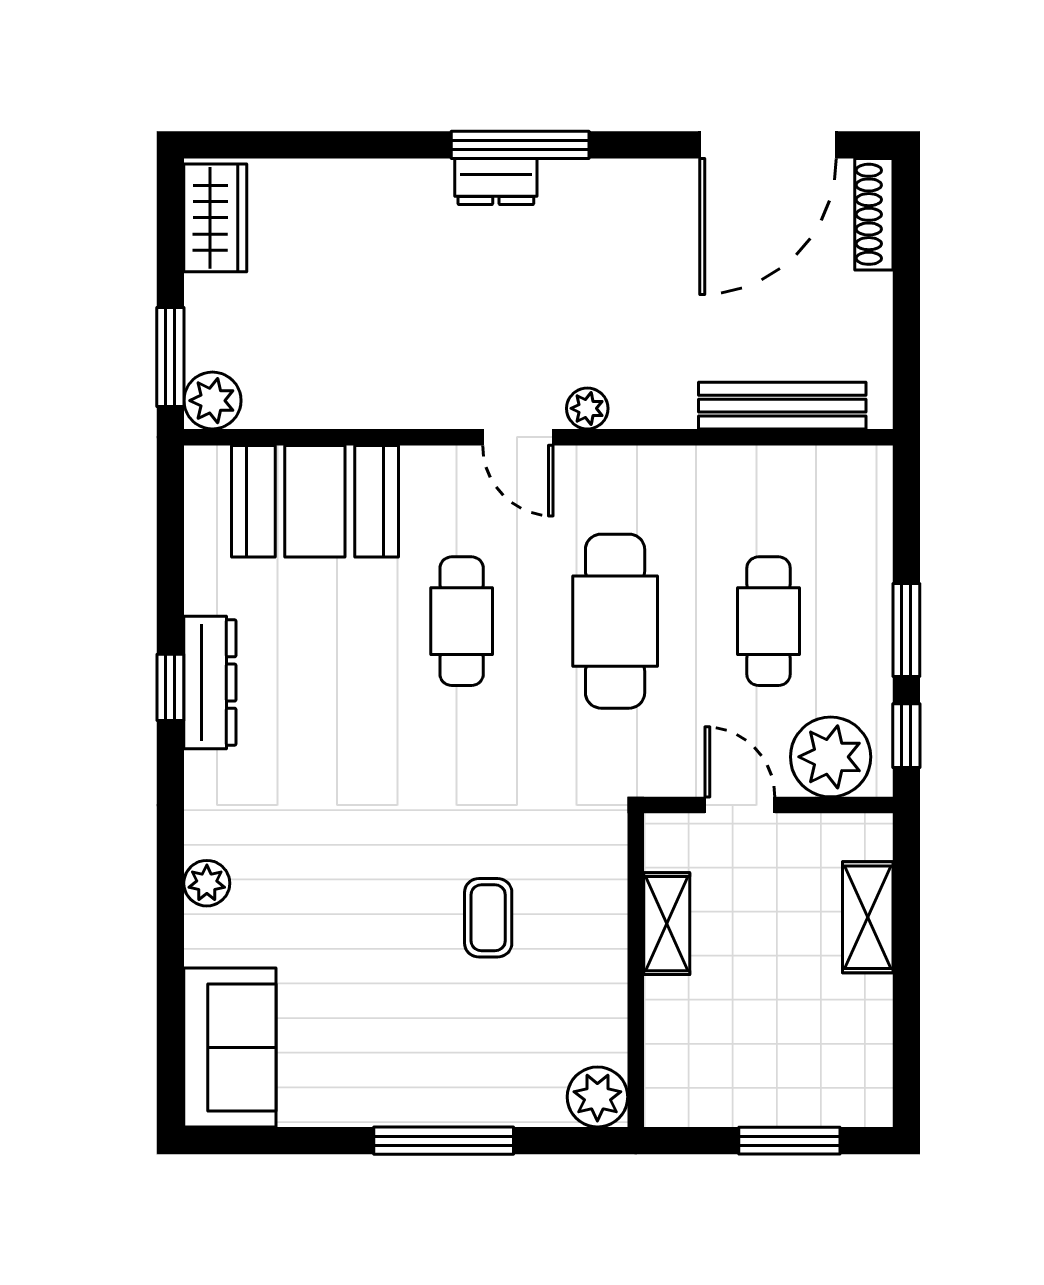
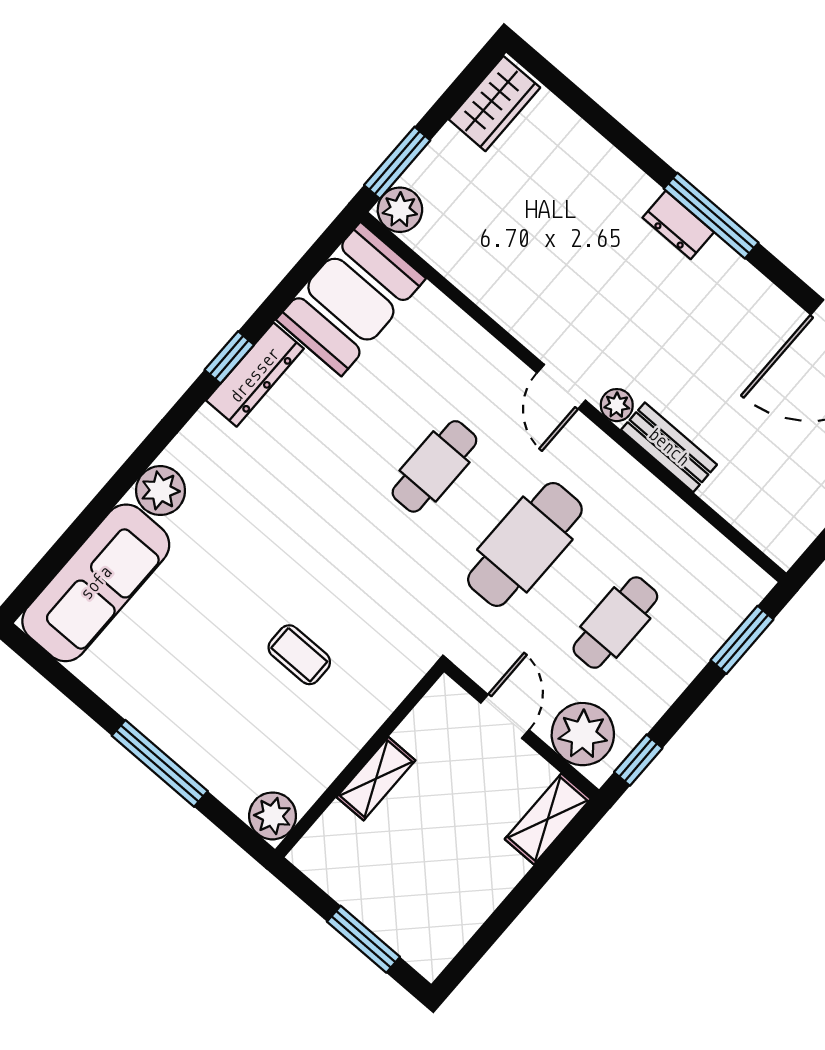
bench: (782, 406) -> (669, 447), moved, width x0.73
booth: (315, 501) -> (351, 299), moved, turned 90
window: (906, 630) -> (742, 640), moved
plant: (207, 883) -> (160, 491), width x1.38, depth x1.38
shelving: (868, 917) -> (548, 819), moved
coffee table: (488, 918) -> (299, 655), turned 90
shelving: (667, 924) -> (376, 779), moved
sofa: (230, 1047) -> (96, 583), width x1.36

